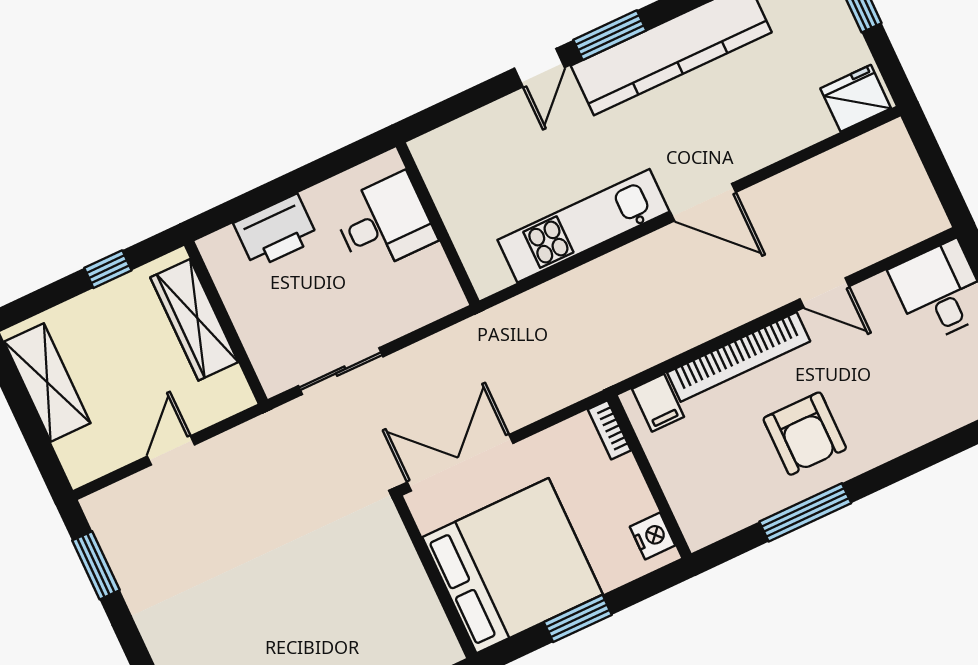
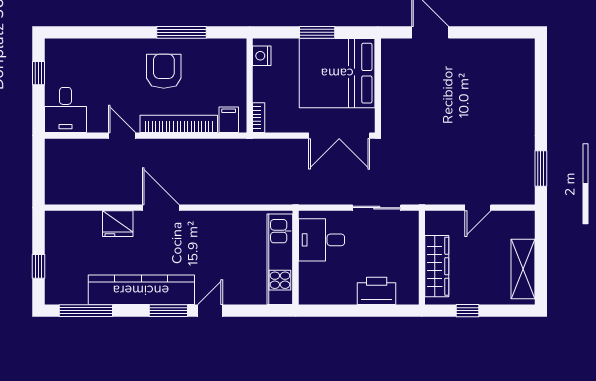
fridge: (856, 98) -> (118, 224), moved
desk: (384, 223) -> (322, 240), moved
kitchen unit: (583, 226) -> (280, 259), moved, turned 90

